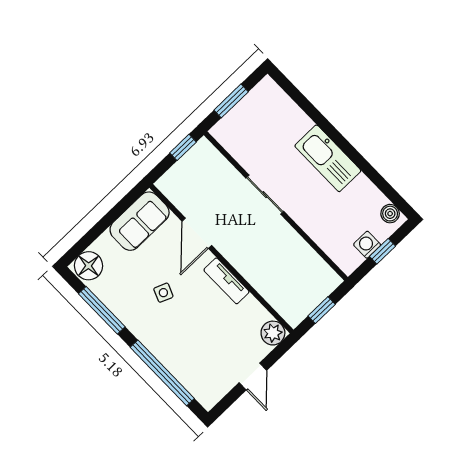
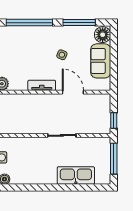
window: (231, 101) -> (114, 159), width x1.44
kitchen sink: (328, 158) -> (76, 176), moved
sofa: (140, 221) -> (101, 61), moved

